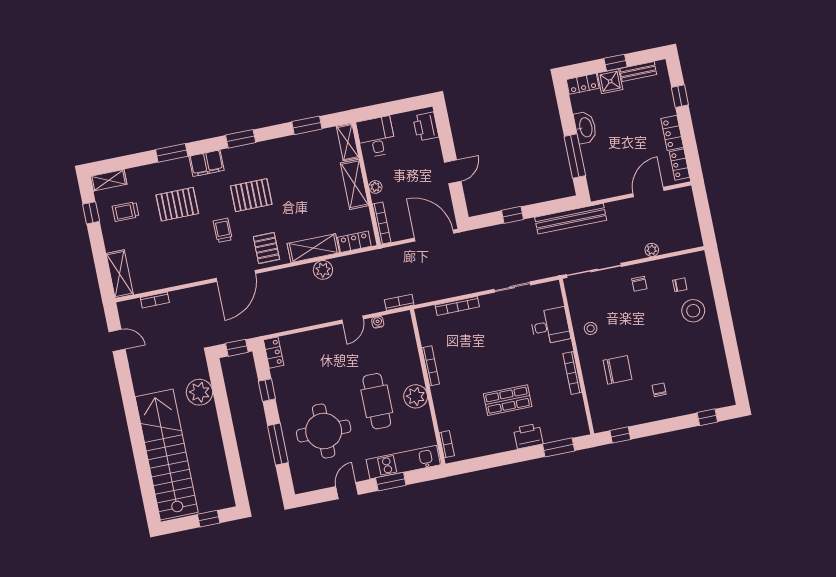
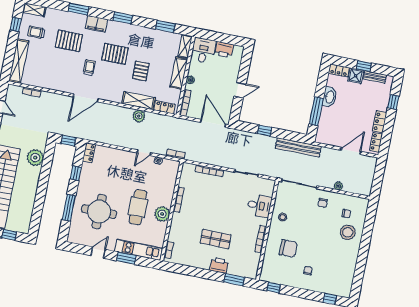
printer: (426, 126) -> (224, 50), moved, turned -90
pallet: (266, 248) -> (141, 71), moved
shelving: (120, 274) -> (19, 61), width x1.47

